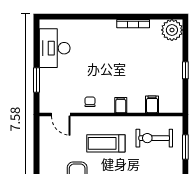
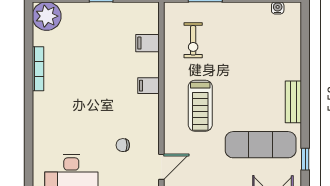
chair: (90, 102) -> (123, 145), moved
exercise bike: (154, 138) -> (193, 40), width x0.73, depth x0.72

